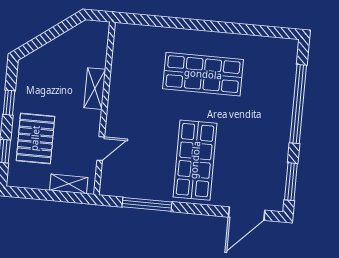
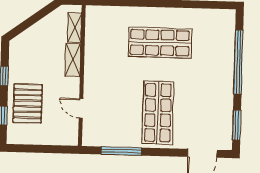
door: (101, 149) -> (81, 108), swing flipped
shelving: (69, 184) -> (75, 27), moved, turned 90

